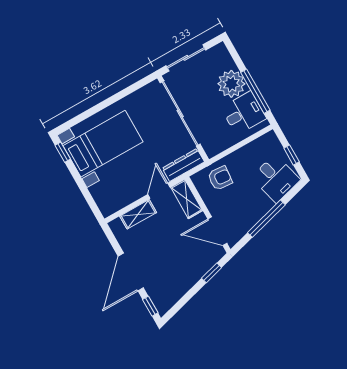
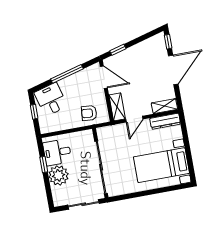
window: (255, 91) -> (44, 164), width x0.46
window: (63, 152) -> (191, 169), removed
dresser: (183, 165) -> (165, 121), moved
shelving: (138, 214) -> (164, 106), moved

